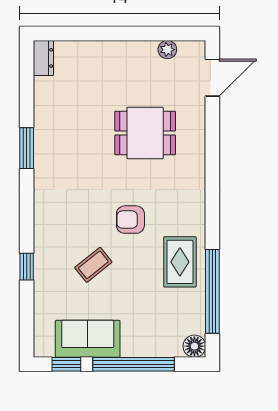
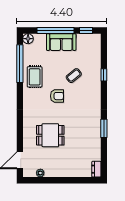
sofa: (88, 339) -> (61, 42), moved

